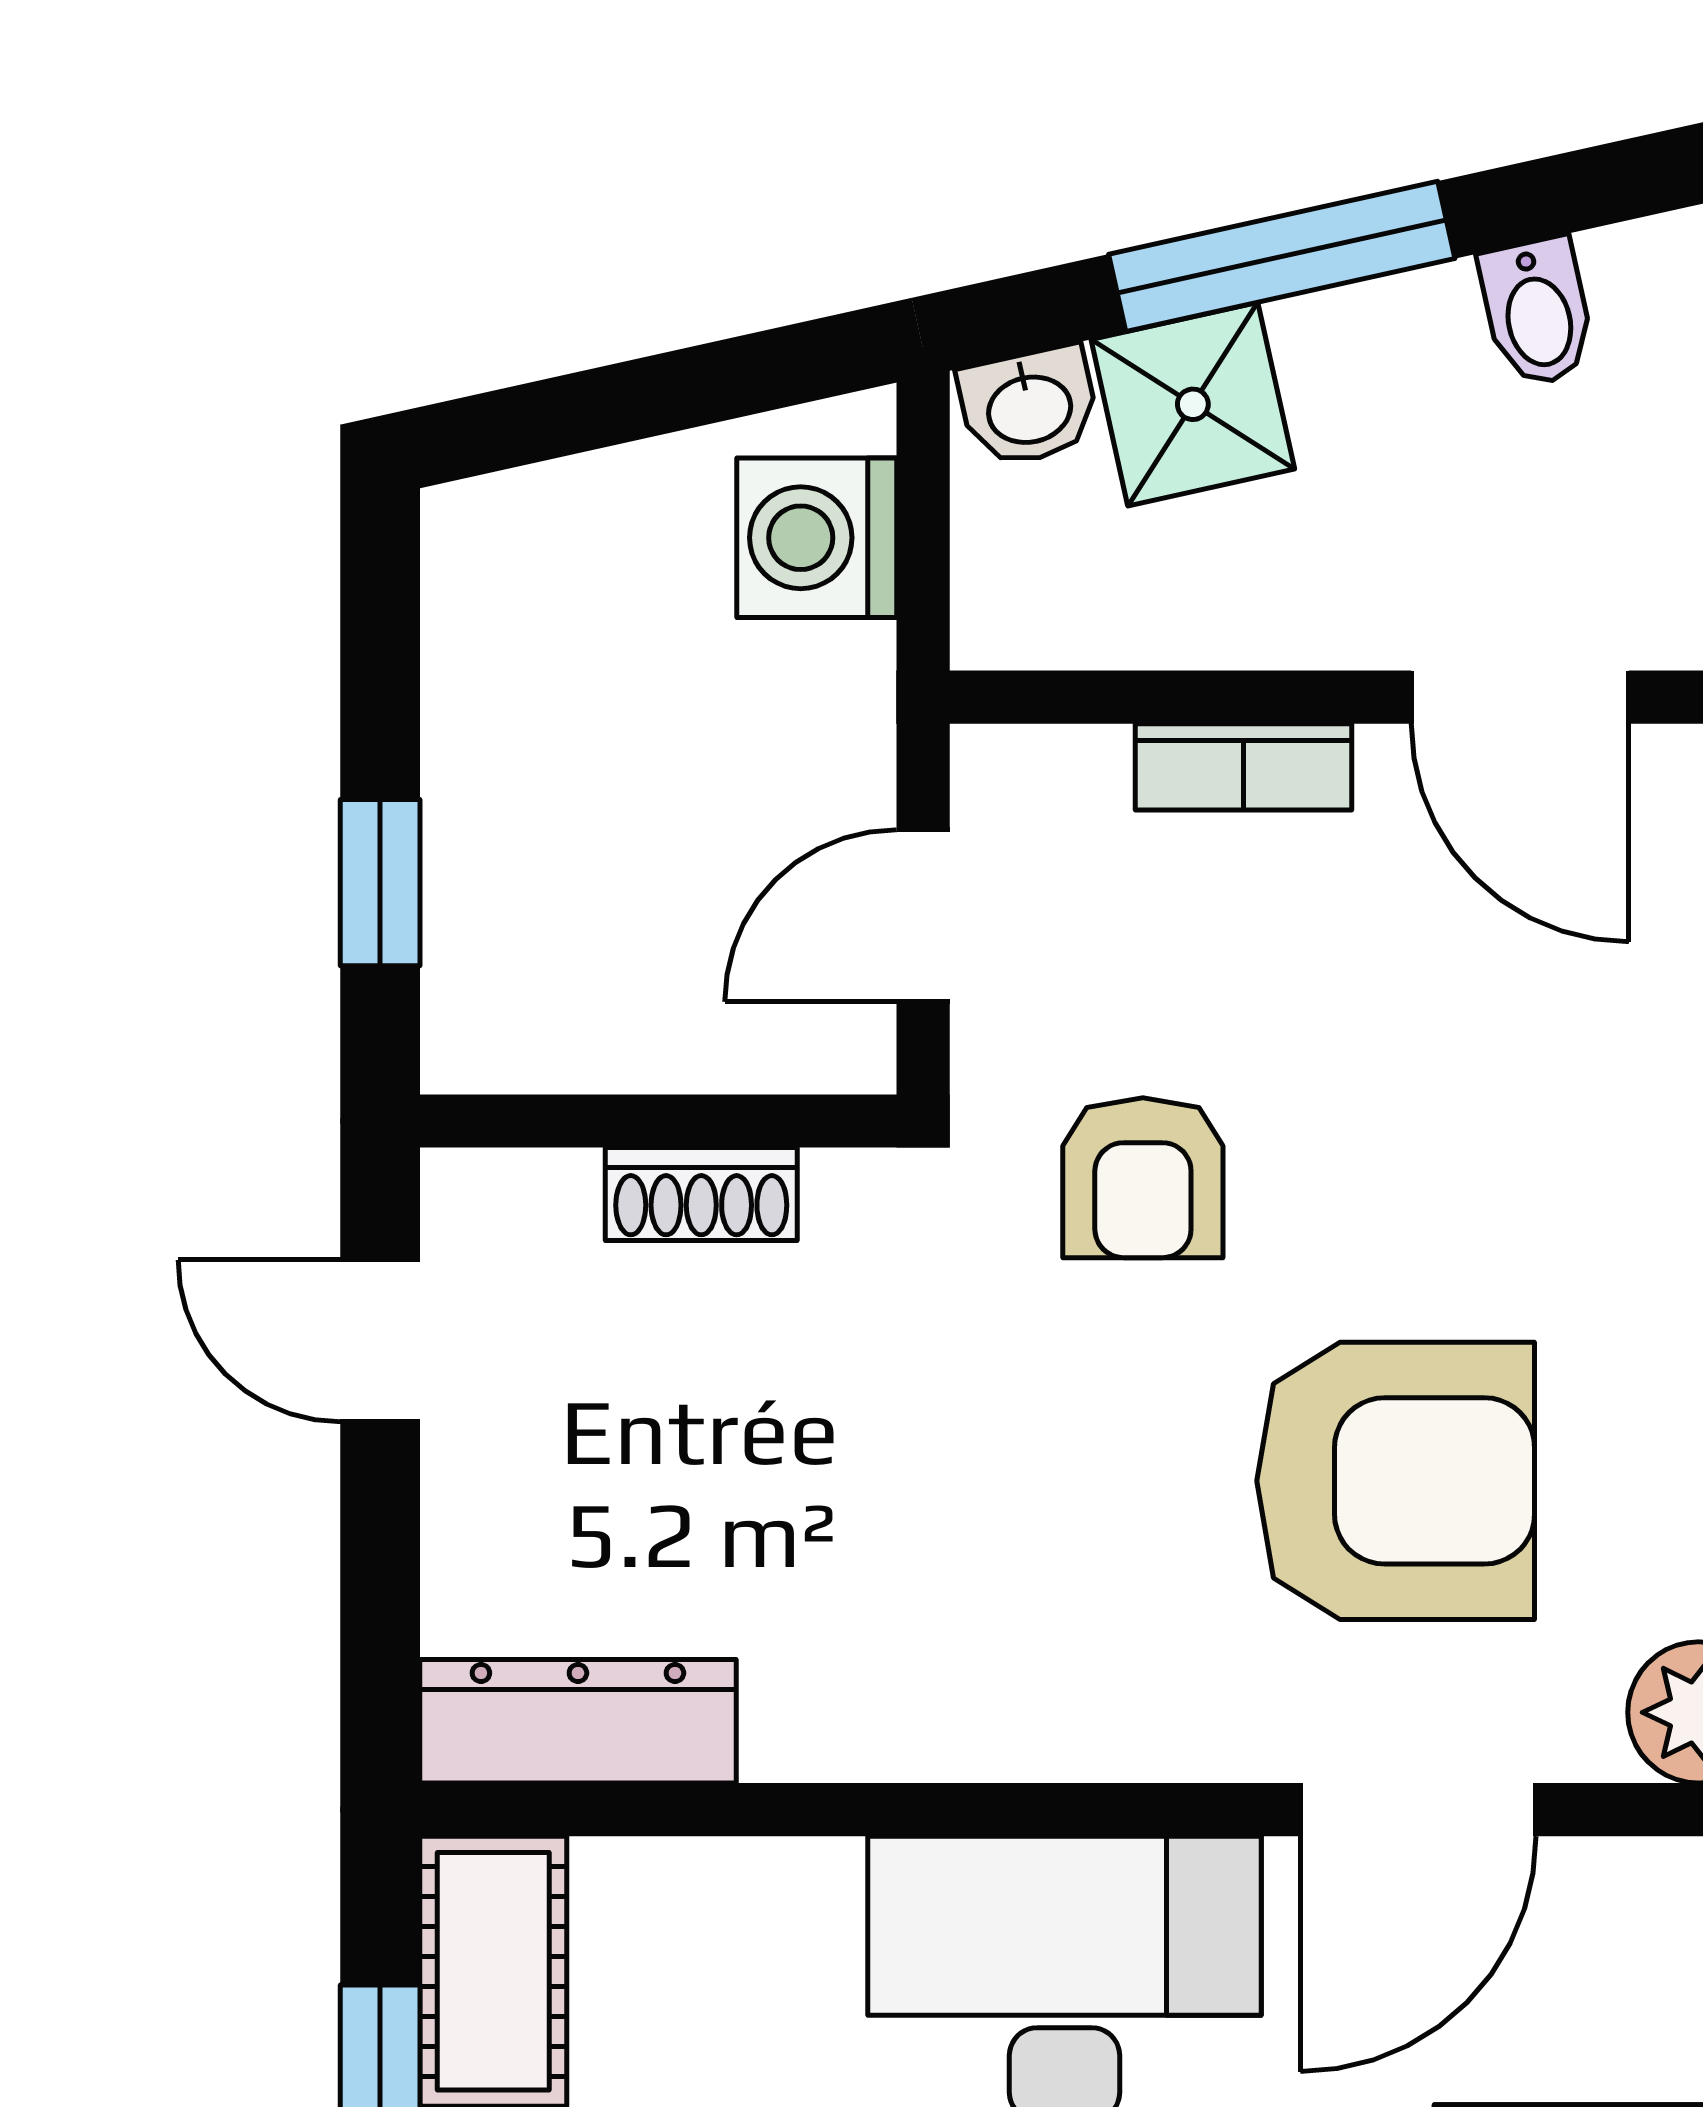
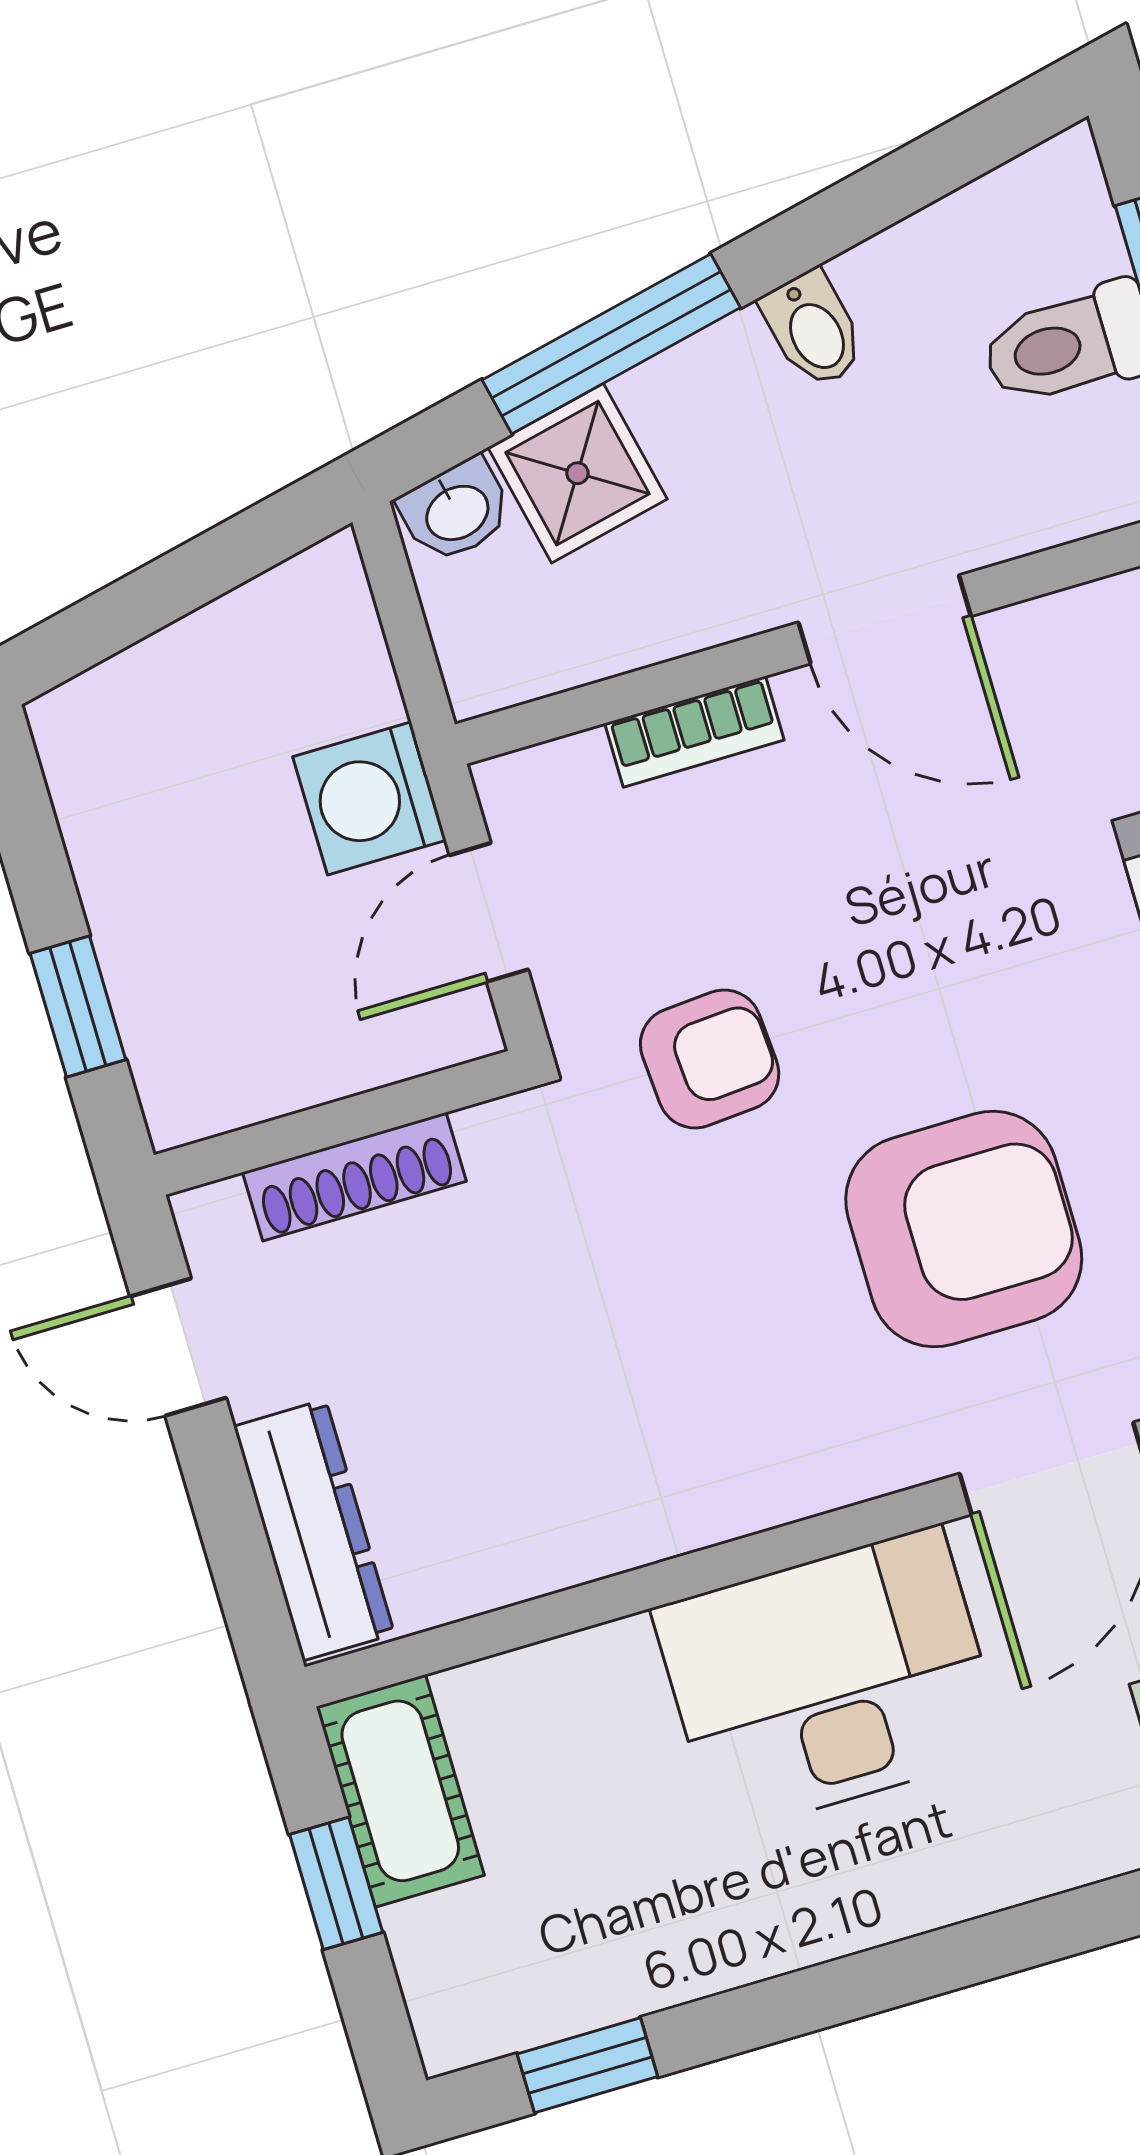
washing machine: (817, 538) -> (369, 798), moved
armchair: (1143, 1178) -> (710, 1059), turned -94
shoe rack: (701, 1194) -> (354, 1177), width x1.43
dresser: (578, 1721) -> (314, 1530), moved, turned 90

